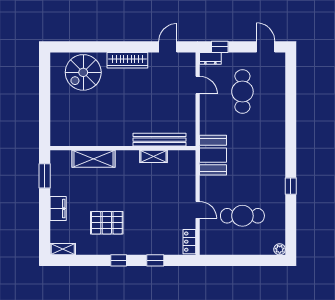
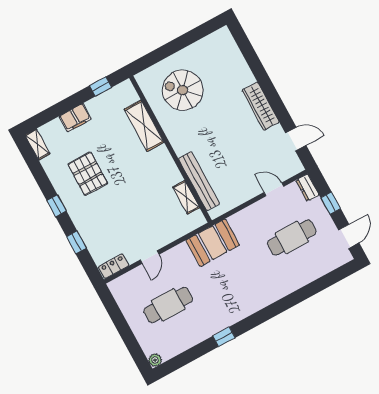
window: (220, 47) -> (331, 203), moved
spiral stairs: (83, 72) -> (183, 90), moved
door: (198, 85) -> (274, 189), swing flipped
shelving: (154, 156) -> (186, 197), moved
window: (45, 176) -> (101, 86), width x0.67
cafe table: (242, 216) -> (168, 305), turned 90

